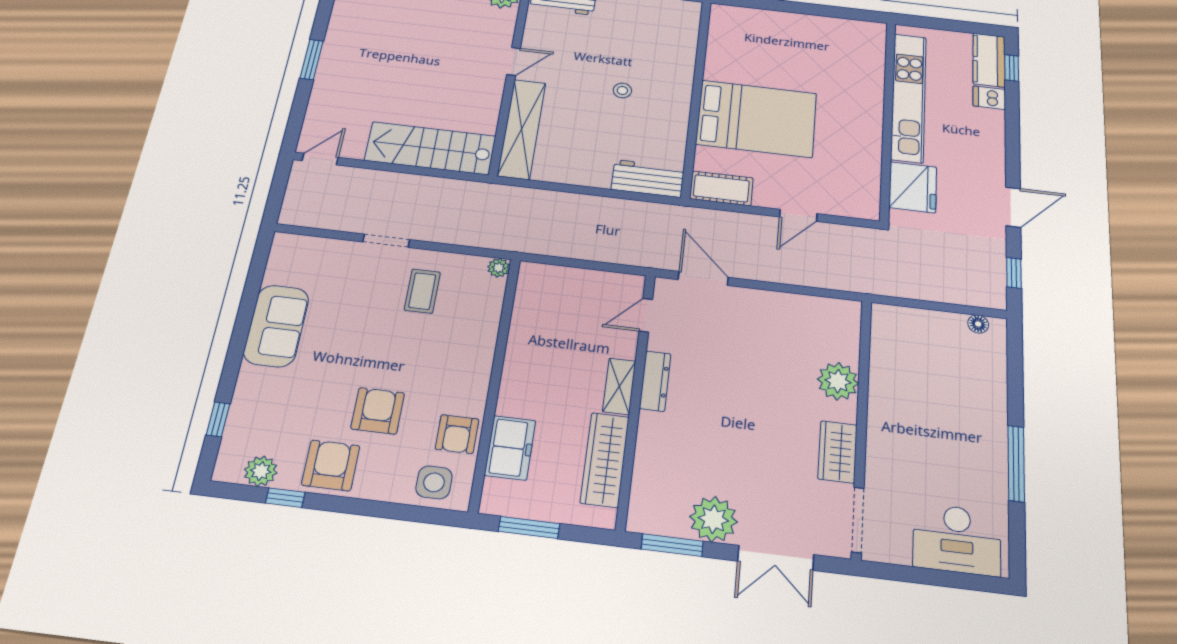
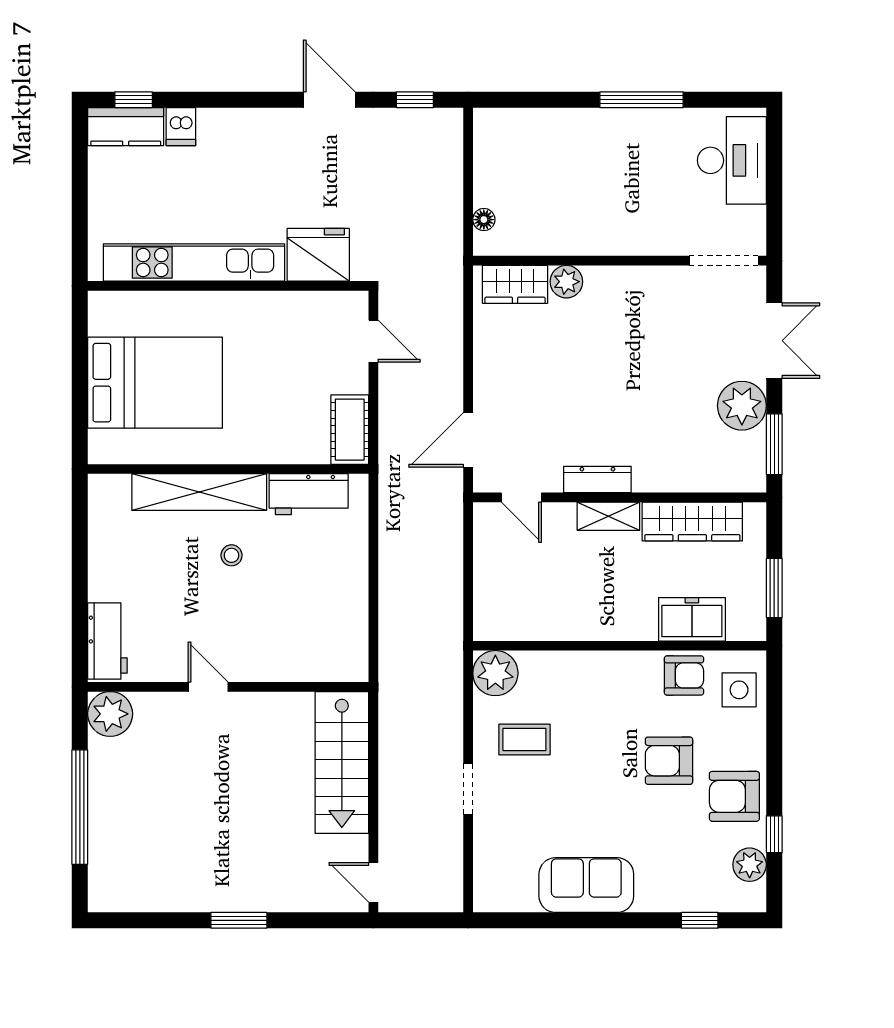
kitchen unit: (909, 97) -> (194, 262), moved
bed: (756, 119) -> (155, 383), moved, turned 90
wall: (888, 119) -> (228, 286), moved
shelving: (522, 129) -> (199, 492), moved
workbench: (648, 179) -> (309, 494), moved, turned -90
fridge: (913, 187) -> (318, 255), moved
plant: (499, 268) -> (495, 673), width x1.87, depth x1.87
floor lamp: (978, 324) -> (484, 220), moved
plant: (838, 381) -> (566, 282), width x0.73, depth x0.73
wardrobe: (838, 452) -> (515, 284), moved

